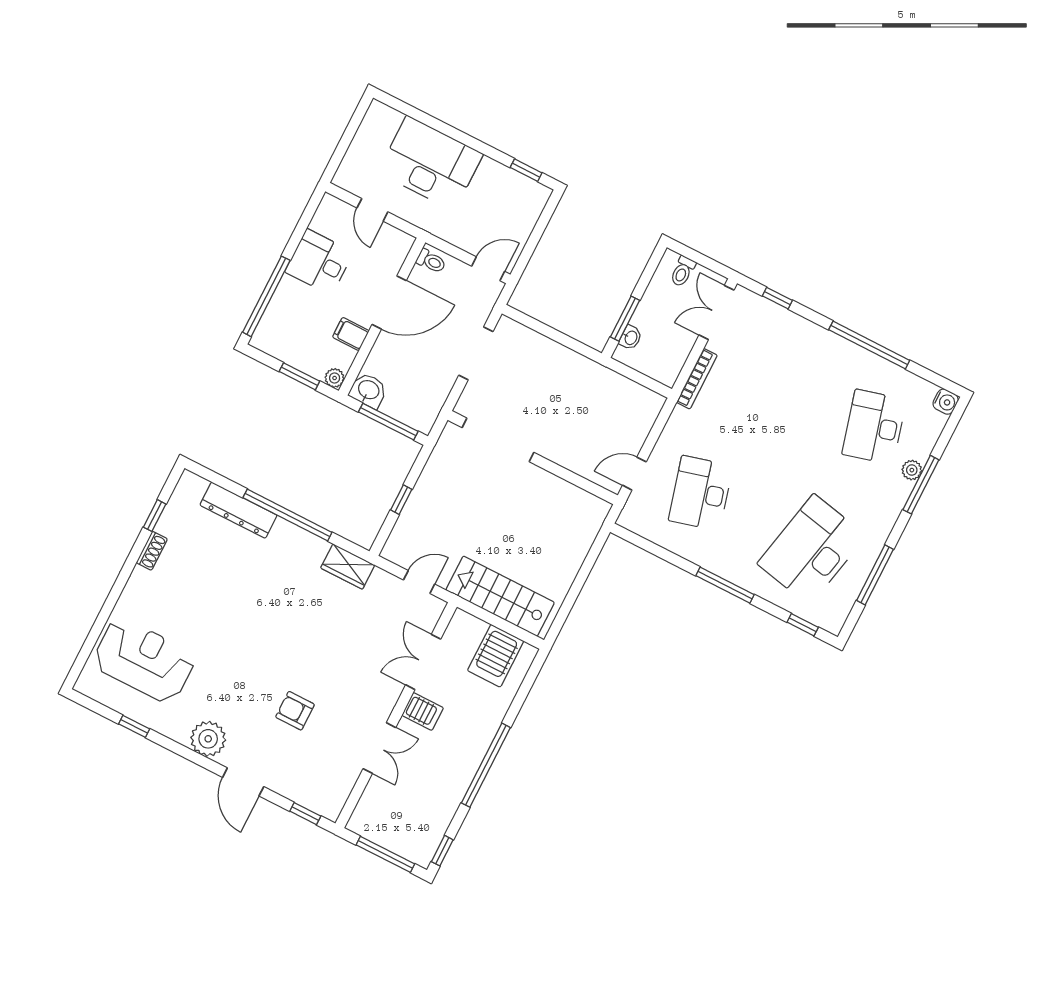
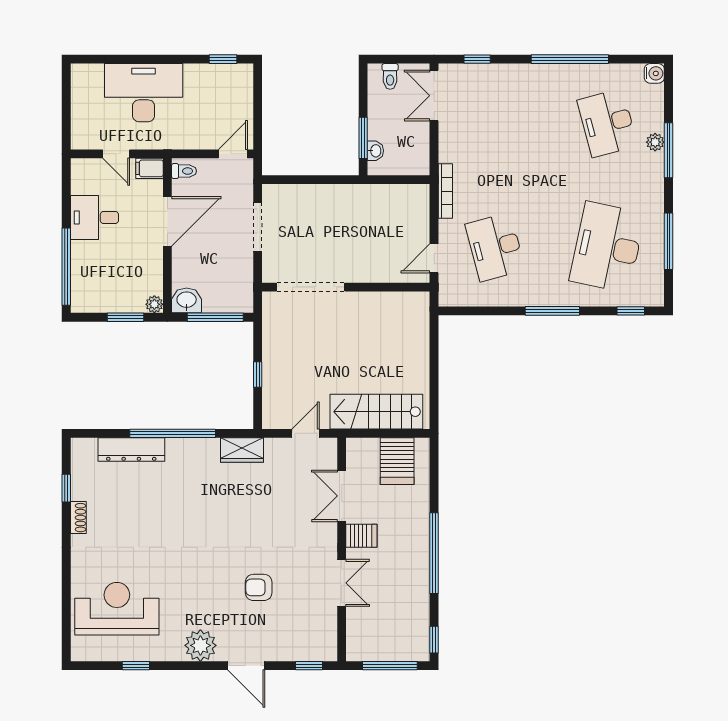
filing cabinet: (351, 334) -> (149, 168), moved
bookcase: (697, 379) -> (445, 191), moved

